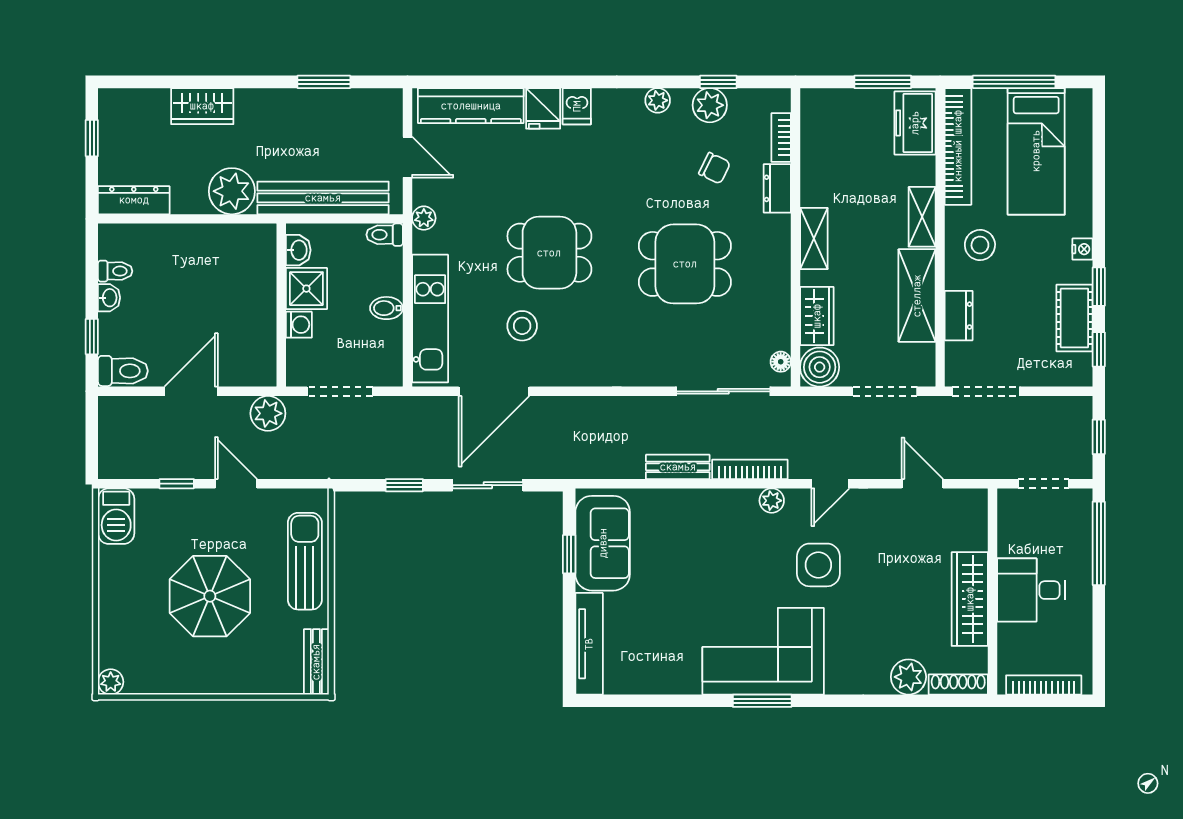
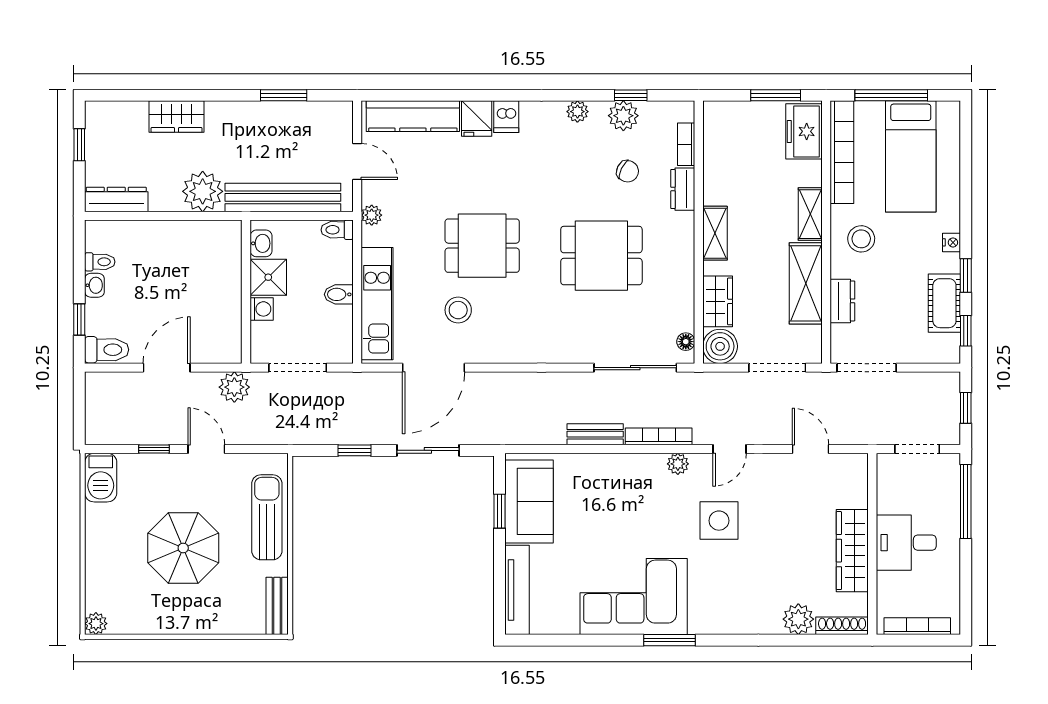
corner sofa: (763, 651) -> (634, 597), moved

